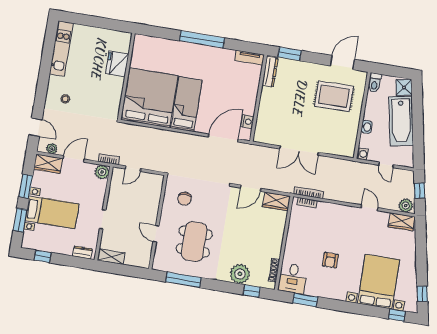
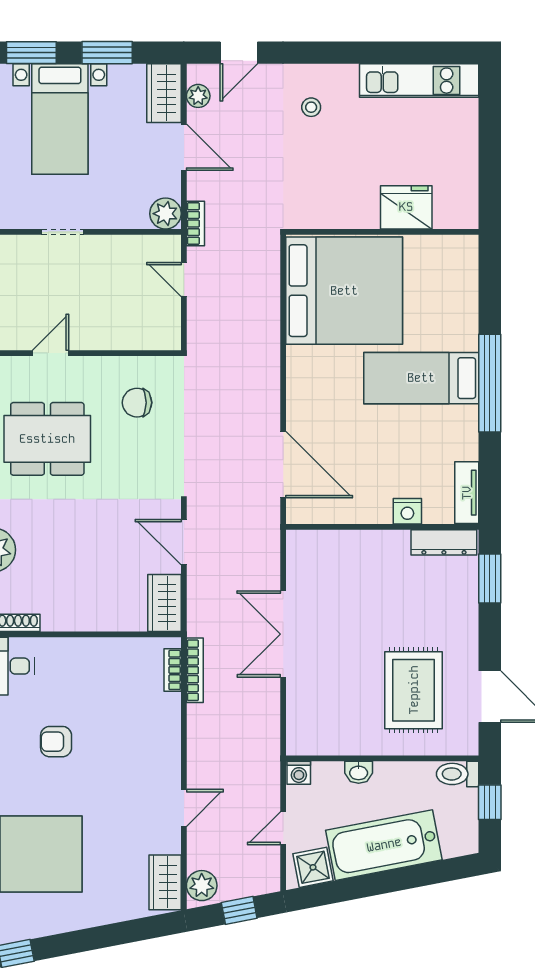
window: (390, 70) -> (490, 802), added
shower: (404, 87) -> (313, 867), moved
bed: (186, 104) -> (421, 378), moved, turned 180
nightstand: (247, 122) -> (407, 511), moved

